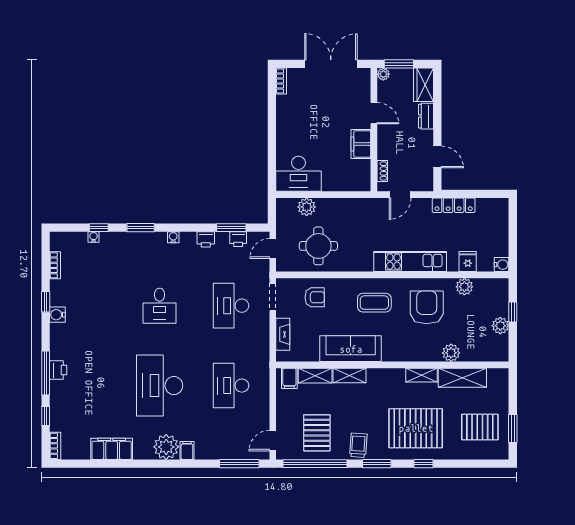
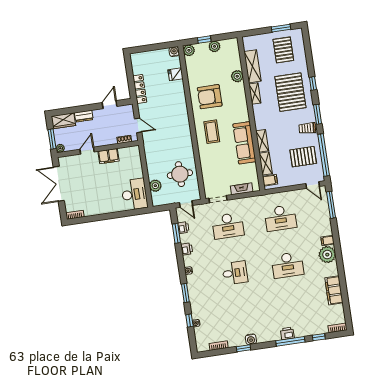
kitchen unit: (410, 262) -> (181, 112), removed
plant: (464, 287) -> (189, 50), moved
armchair: (315, 297) -> (214, 172), removed
desk: (160, 386) -> (287, 265), width x0.73, depth x0.77

